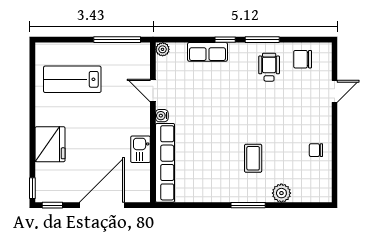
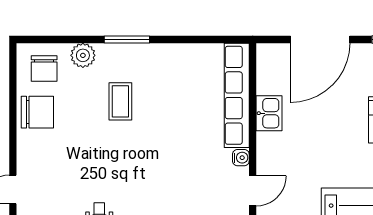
door: (153, 90) -> (253, 191), hinge flipped
chair: (316, 150) -> (37, 112), width x1.87, depth x1.87
chair: (311, 183) -> (44, 69), added

